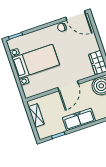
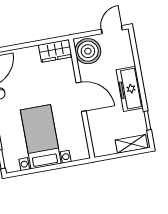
shelving: (36, 115) -> (132, 144), moved

